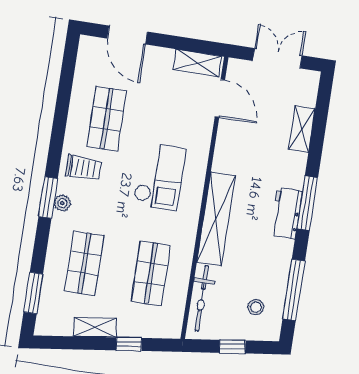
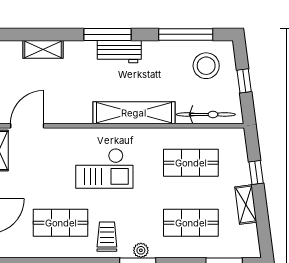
checkout: (159, 177) -> (104, 168), turned 180
stool: (256, 307) -> (206, 66), width x1.89, depth x1.89

